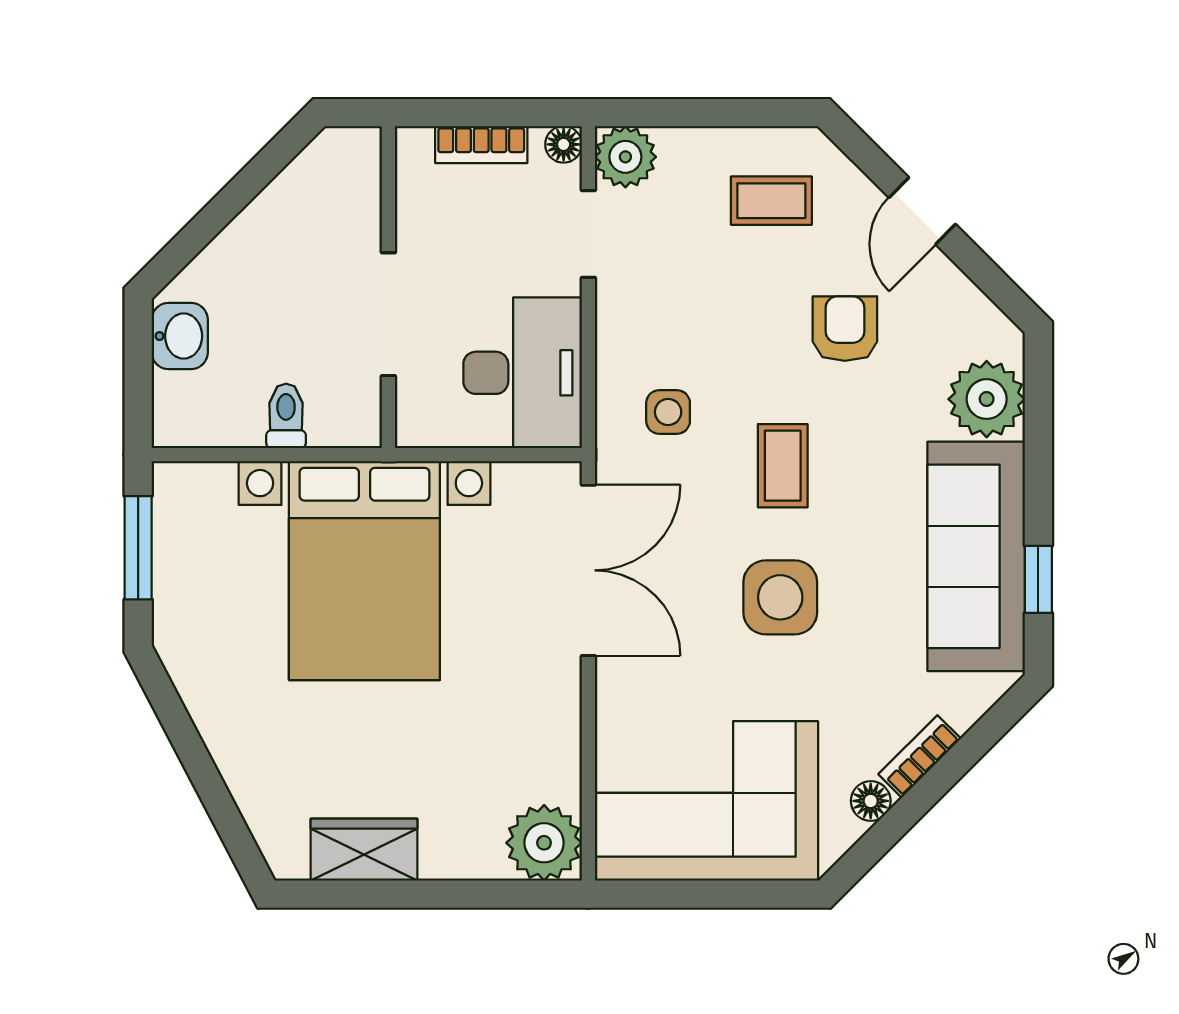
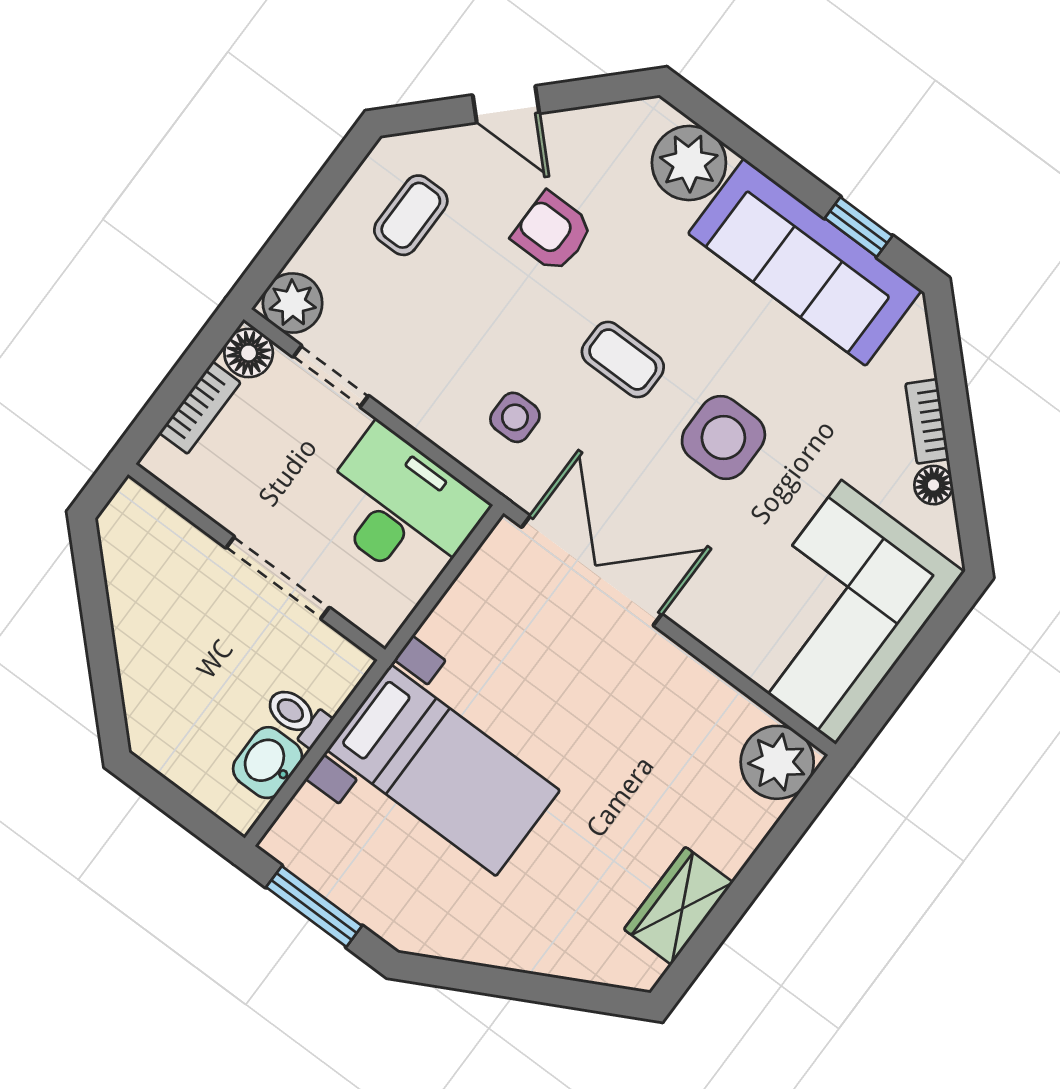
floor lamp: (564, 144) -> (249, 353), width x1.37, depth x1.37
washbasin: (180, 336) -> (268, 763), moved, turned -90
bed with nightstands: (364, 571) -> (443, 770), width x0.73

